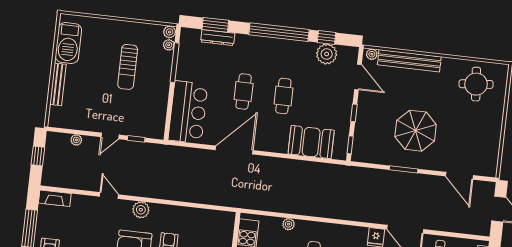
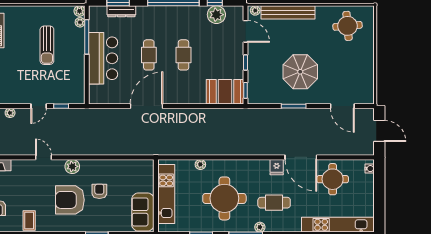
bar counter: (188, 112) -> (103, 58), moved
booth: (311, 142) -> (225, 92), moved

